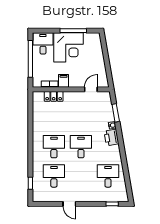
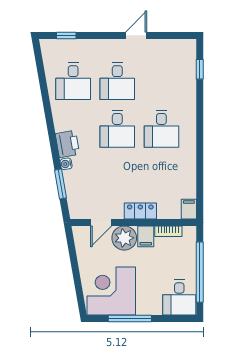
corner desk: (69, 47) -> (111, 291), moved
plant: (77, 80) -> (124, 238), added
locker: (54, 96) -> (140, 211), moved
filing cabinet: (37, 98) -> (189, 209), added
desk: (54, 176) -> (117, 81), moved
door: (69, 204) -> (136, 35), hinge flipped

